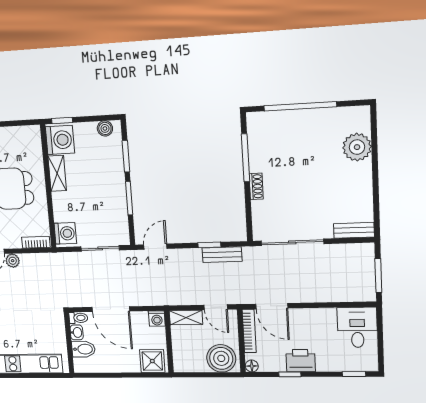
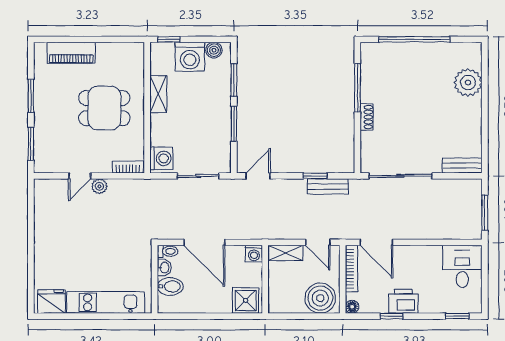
washing machine: (60, 140) -> (190, 57), moved, turned 90

